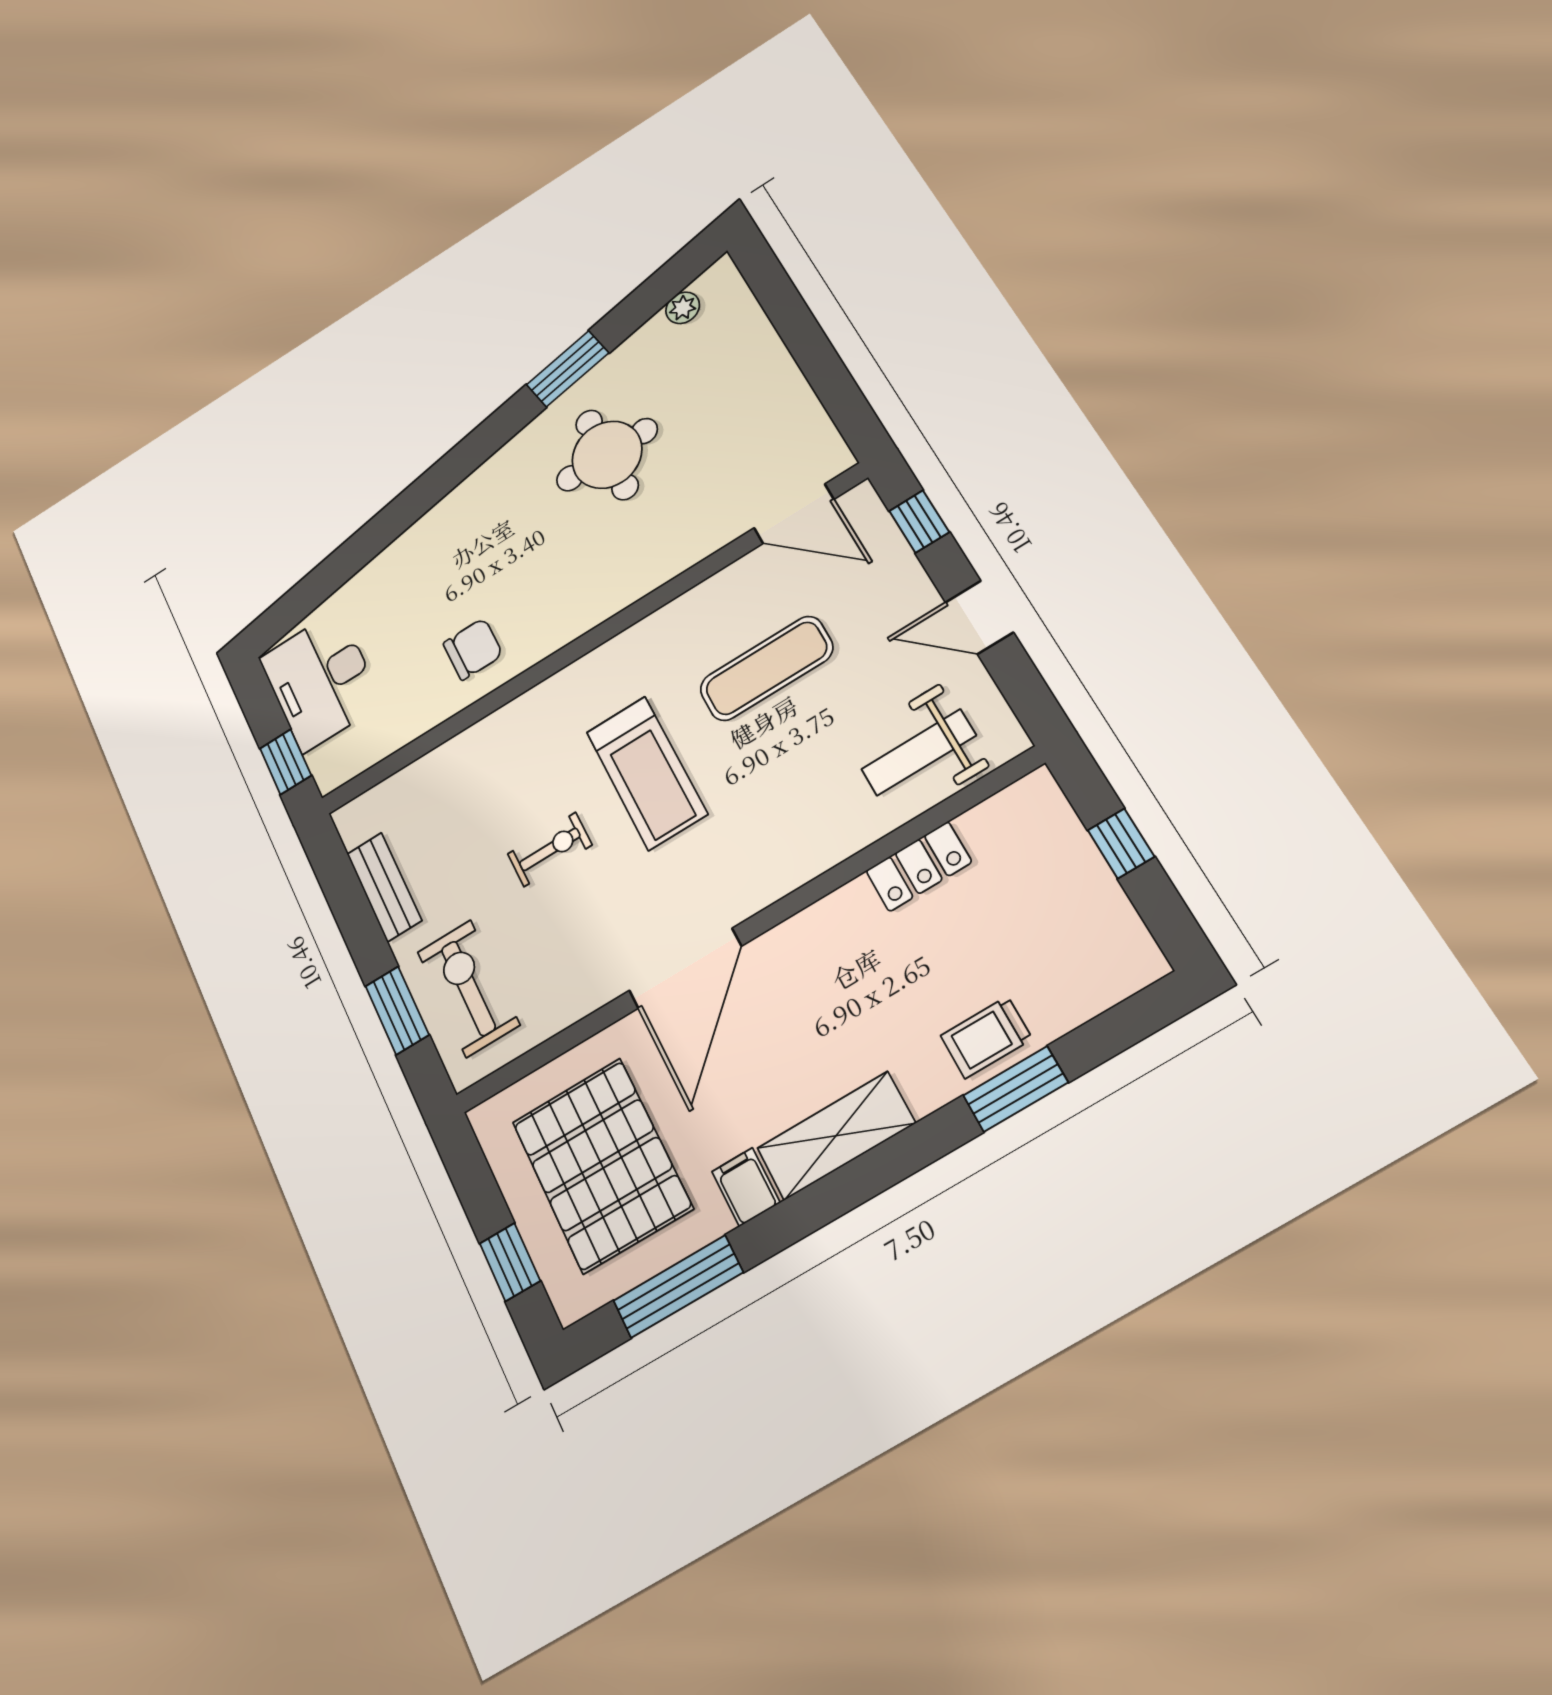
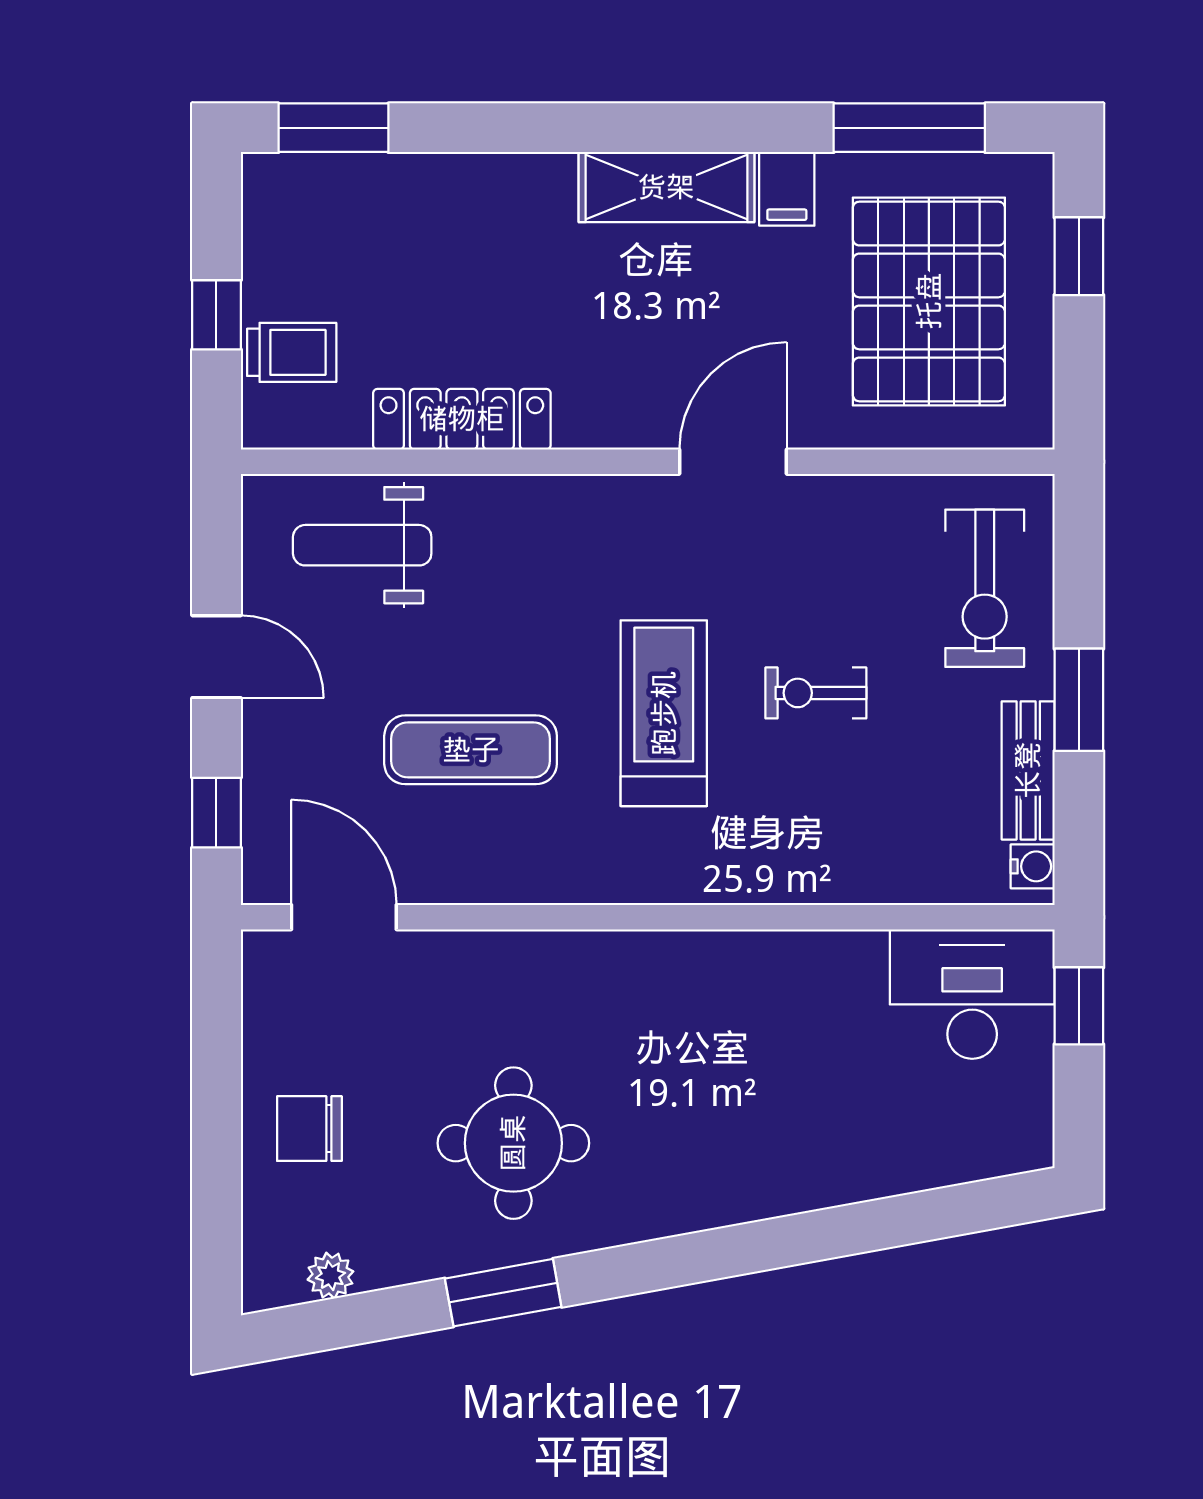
chair: (473, 649) -> (309, 1129), moved
desk: (321, 681) -> (972, 994), moved, turned -90
weight bench: (919, 752) -> (362, 545), turned 180
water cooler: (354, 828) -> (1033, 866), added
locker: (919, 866) -> (462, 419), width x1.53
door: (685, 968) -> (733, 462), width x0.73
window: (397, 1010) -> (1079, 700), moved
trolley: (986, 1037) -> (292, 352), moved
window: (1016, 1089) -> (333, 128), moved

